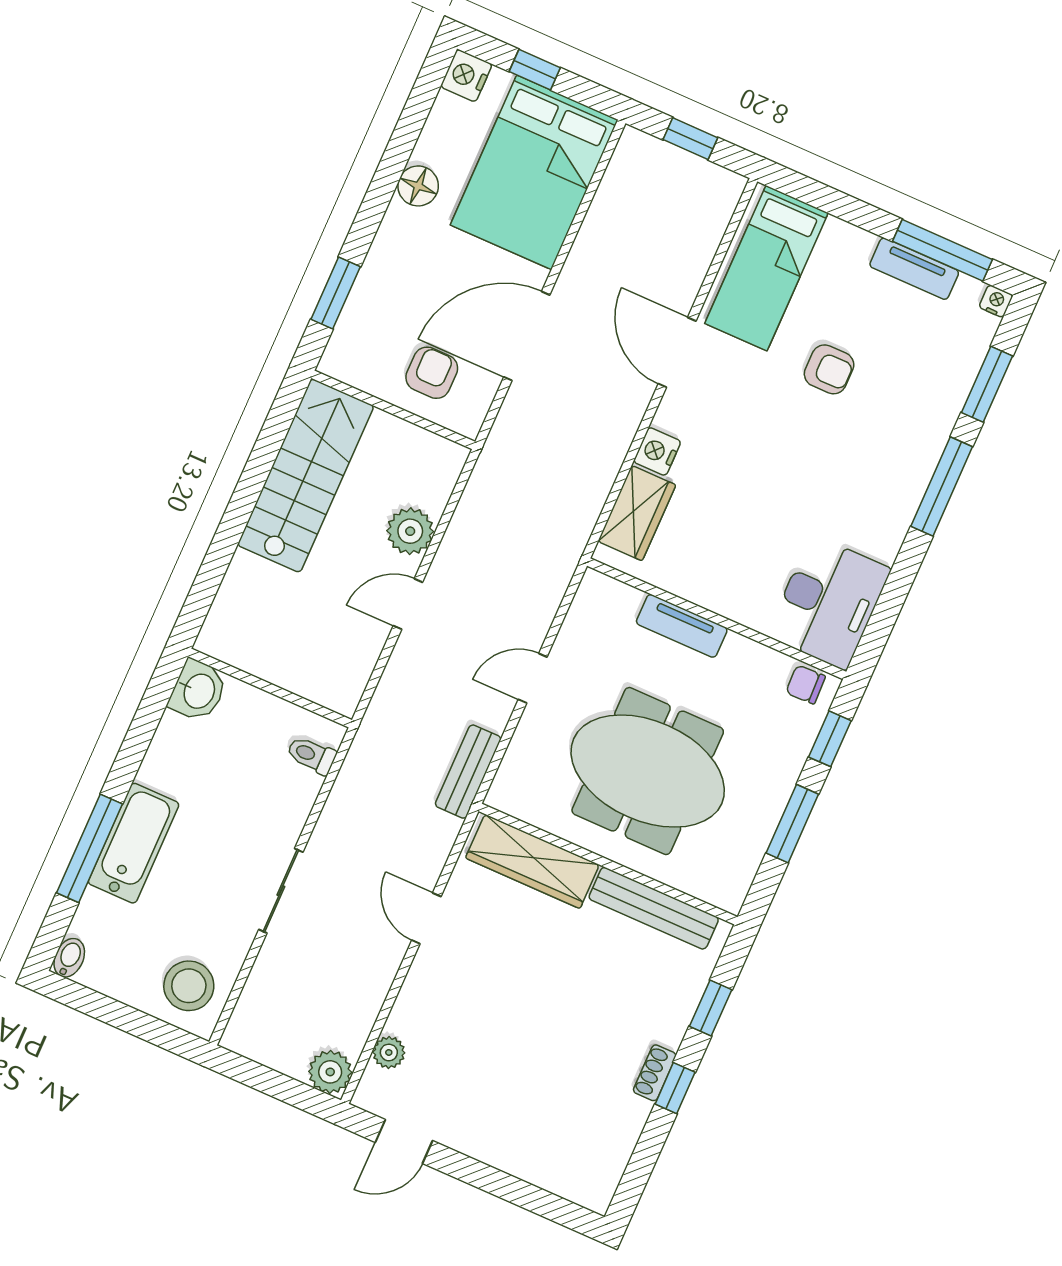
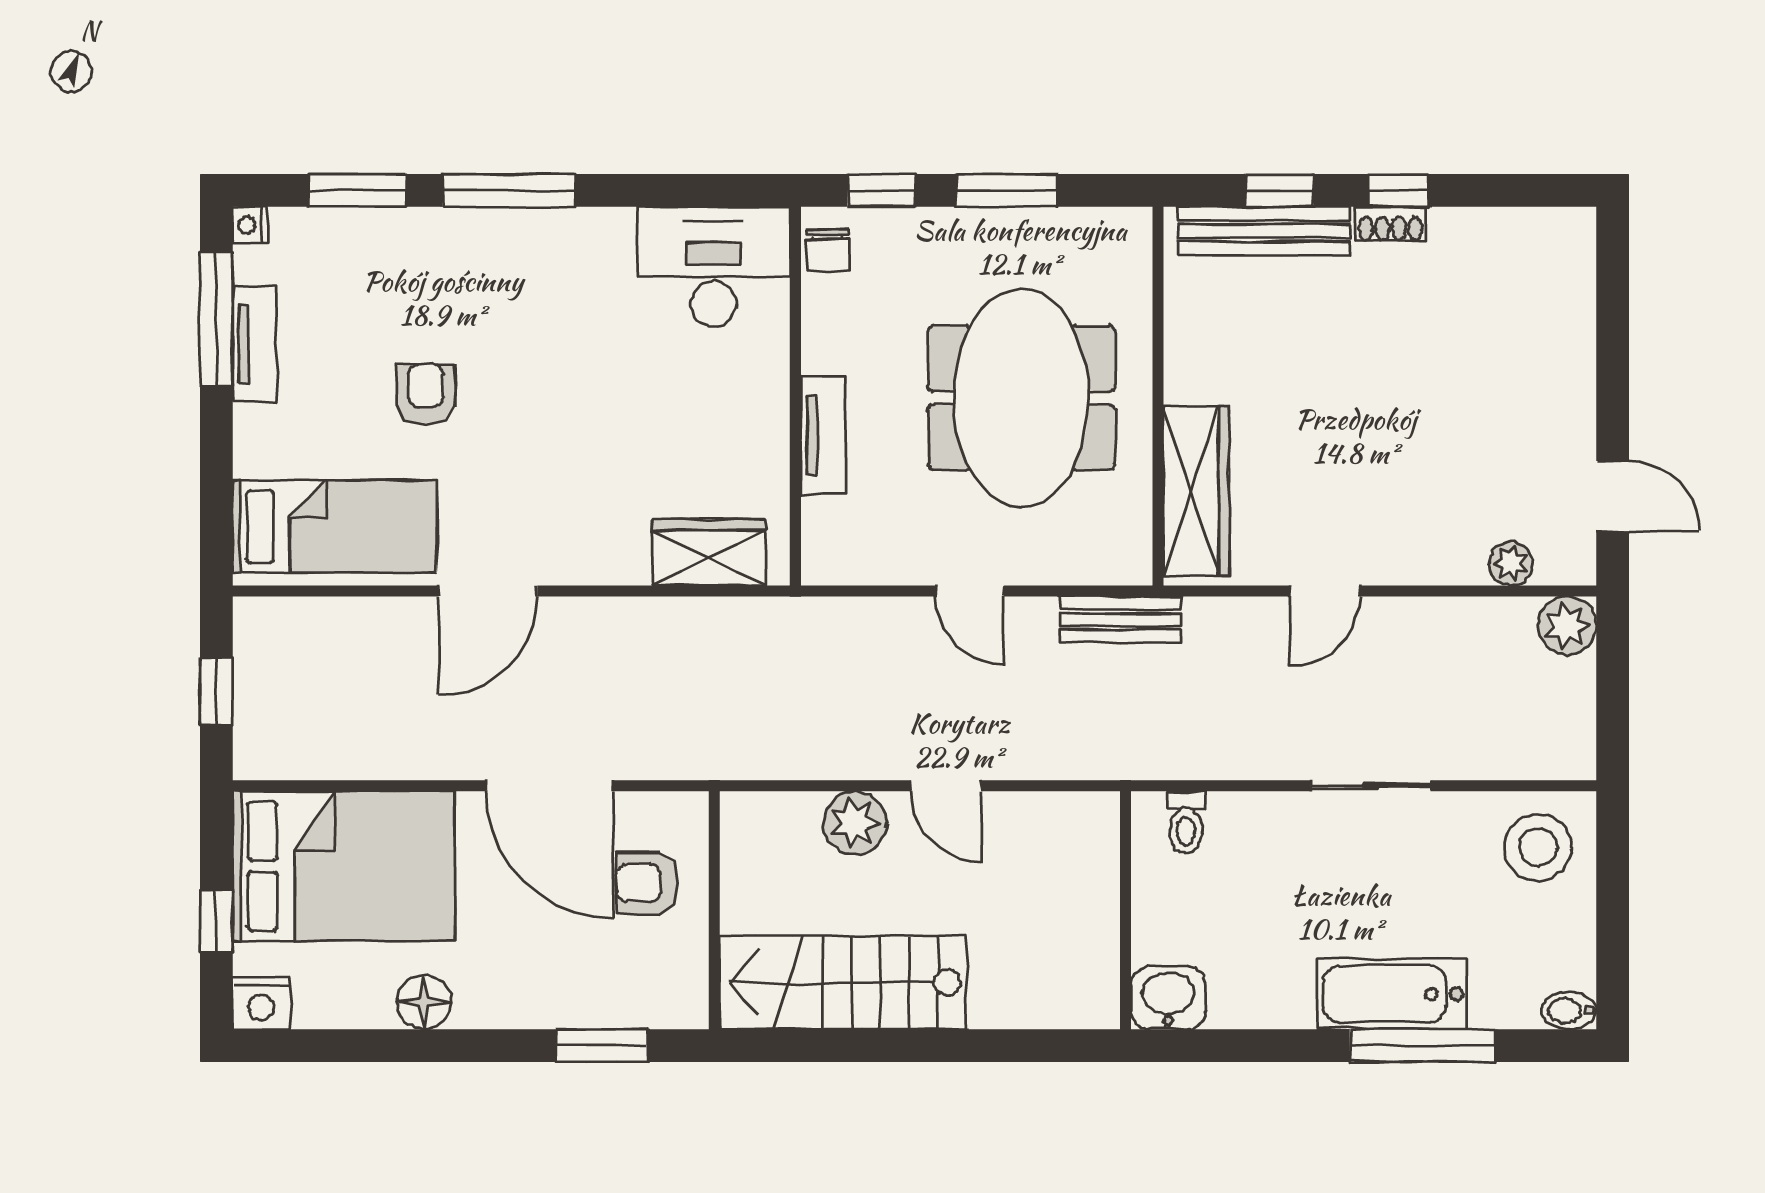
nightstand: (657, 451) -> (621, 561), removed
bench: (654, 908) -> (1264, 231), moved, turned 90

